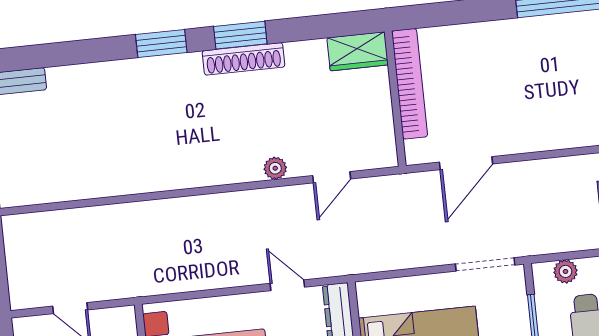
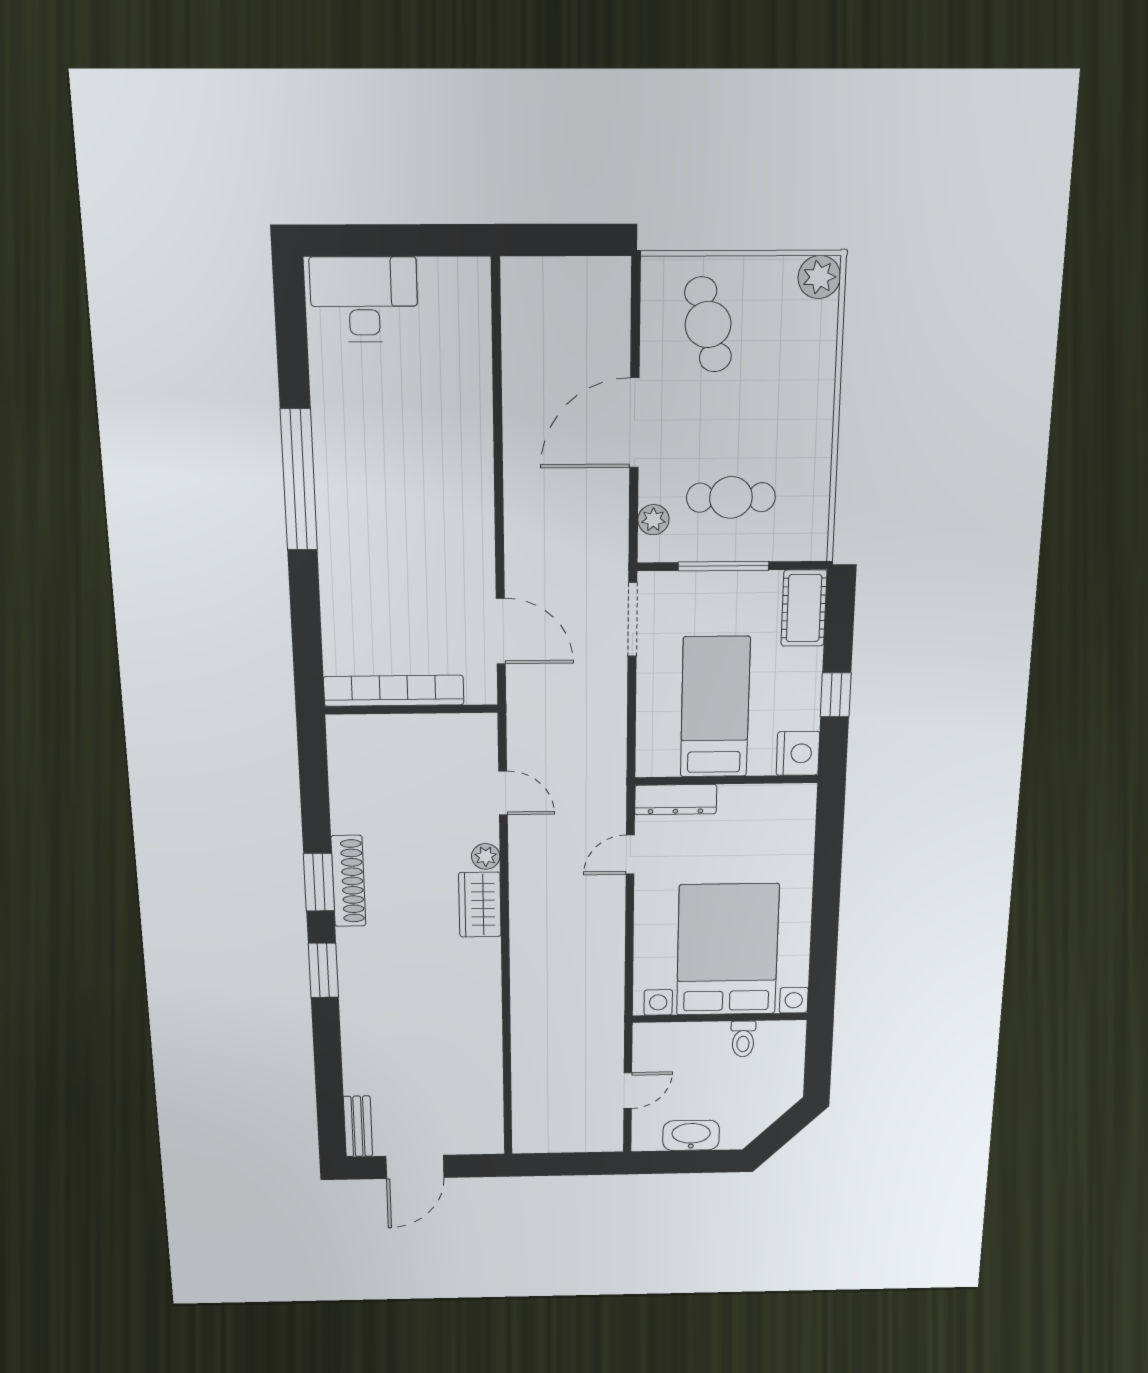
wardrobe: (358, 51) -> (480, 905), moved, turned 180

